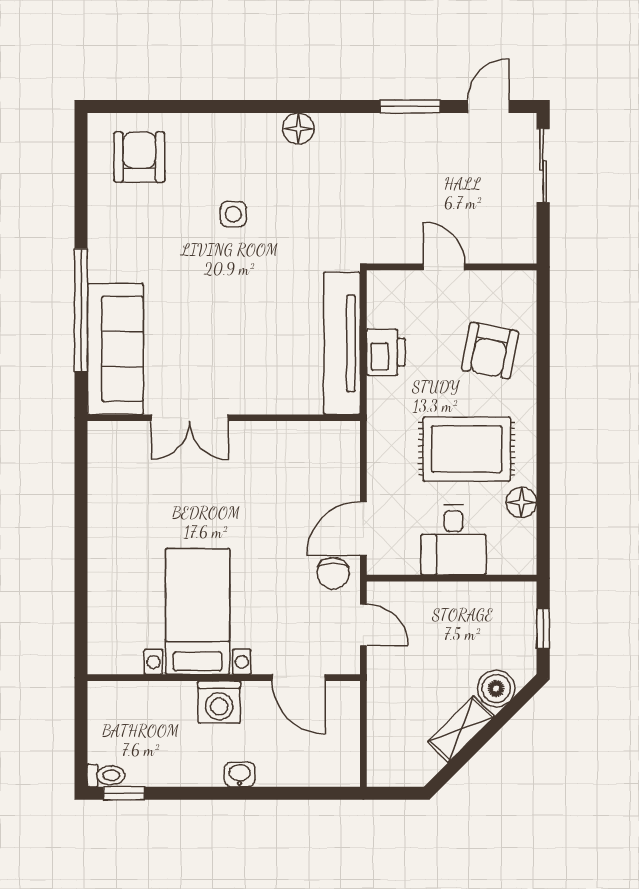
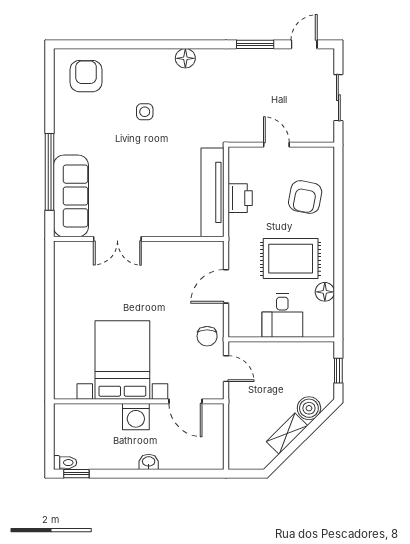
sliding door: (543, 165) -> (338, 98), moved
door: (363, 529) -> (226, 286), moved
bed with nightstands: (198, 611) -> (122, 360), width x1.36

